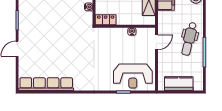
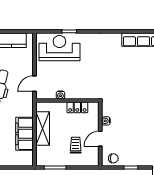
locker: (106, 20) -> (77, 107), moved

